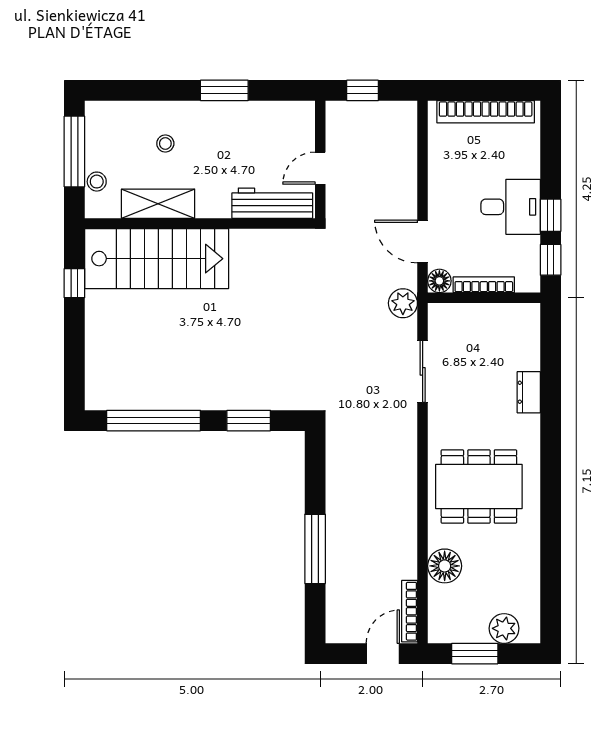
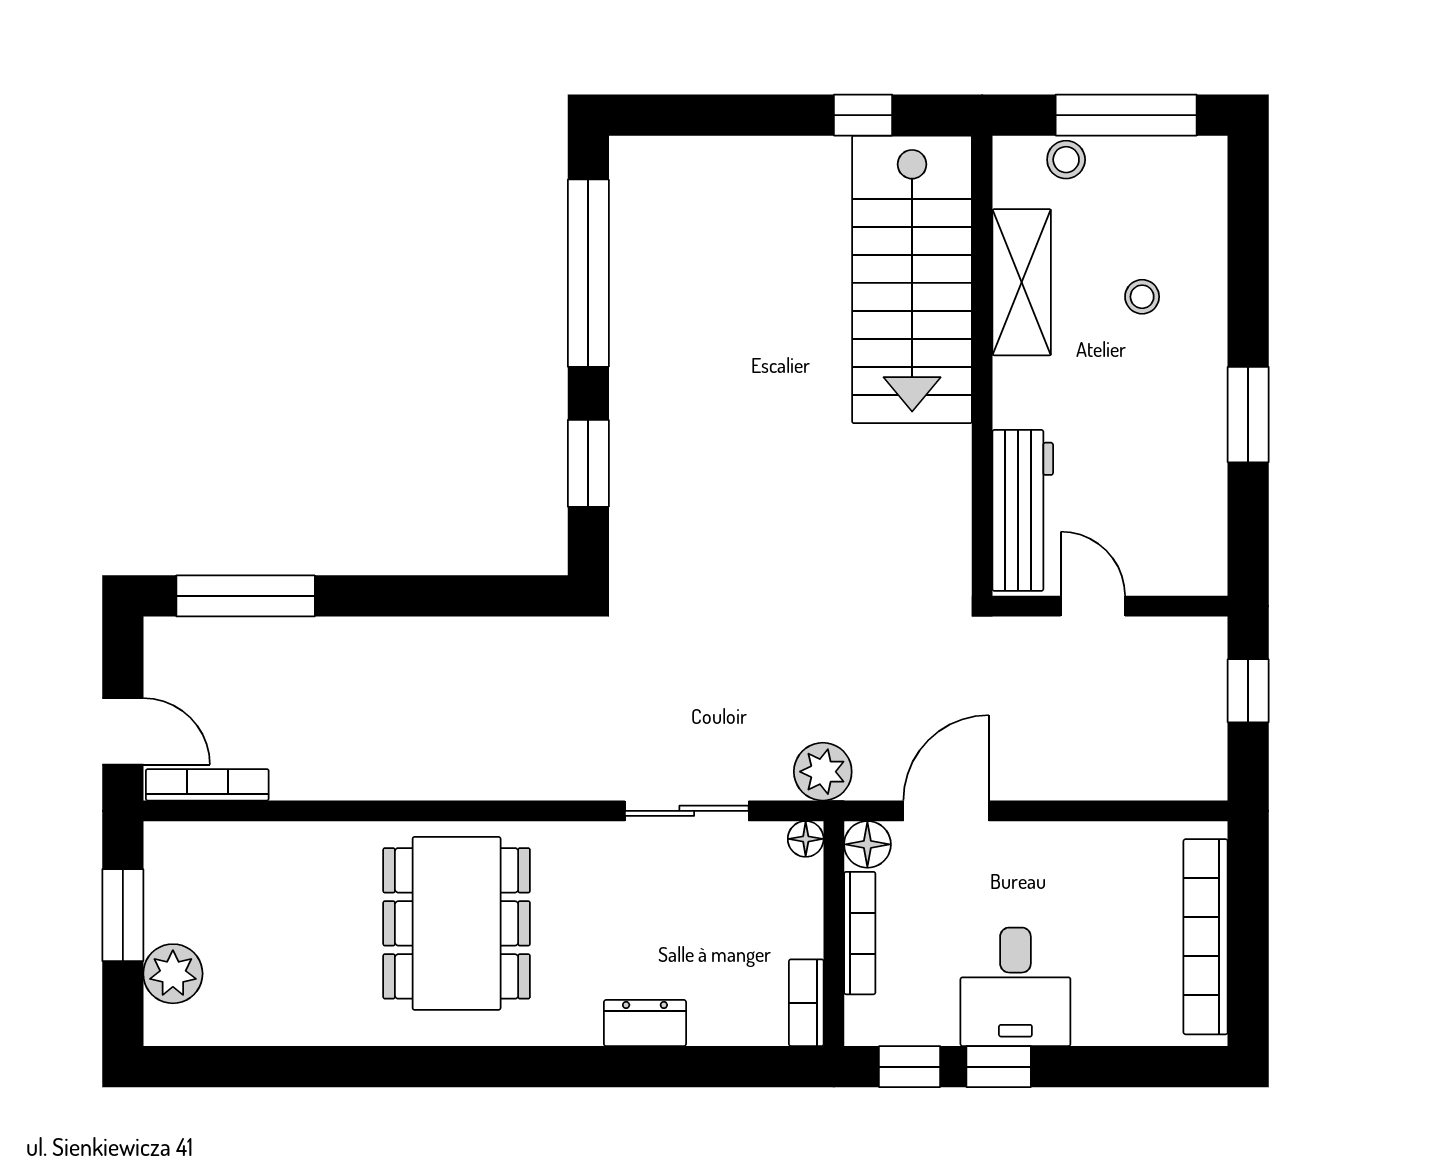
bookcase: (519, 312) -> (806, 1003), added
window: (315, 549) -> (246, 596), moved
floor lamp: (445, 566) -> (806, 839), moved, width x0.53, depth x0.53

